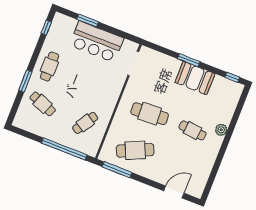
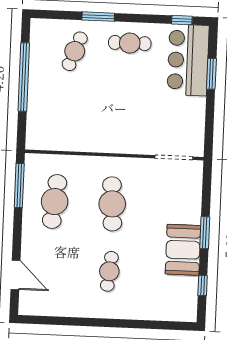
bar counter: (97, 42) -> (188, 60), moved
window: (232, 77) -> (203, 285), moved
cafe table: (85, 123) -> (69, 119), removed
plant: (221, 130) -> (124, 311), removed
window: (64, 149) -> (24, 77), moved
cafe table: (135, 150) -> (55, 202), turned 30

